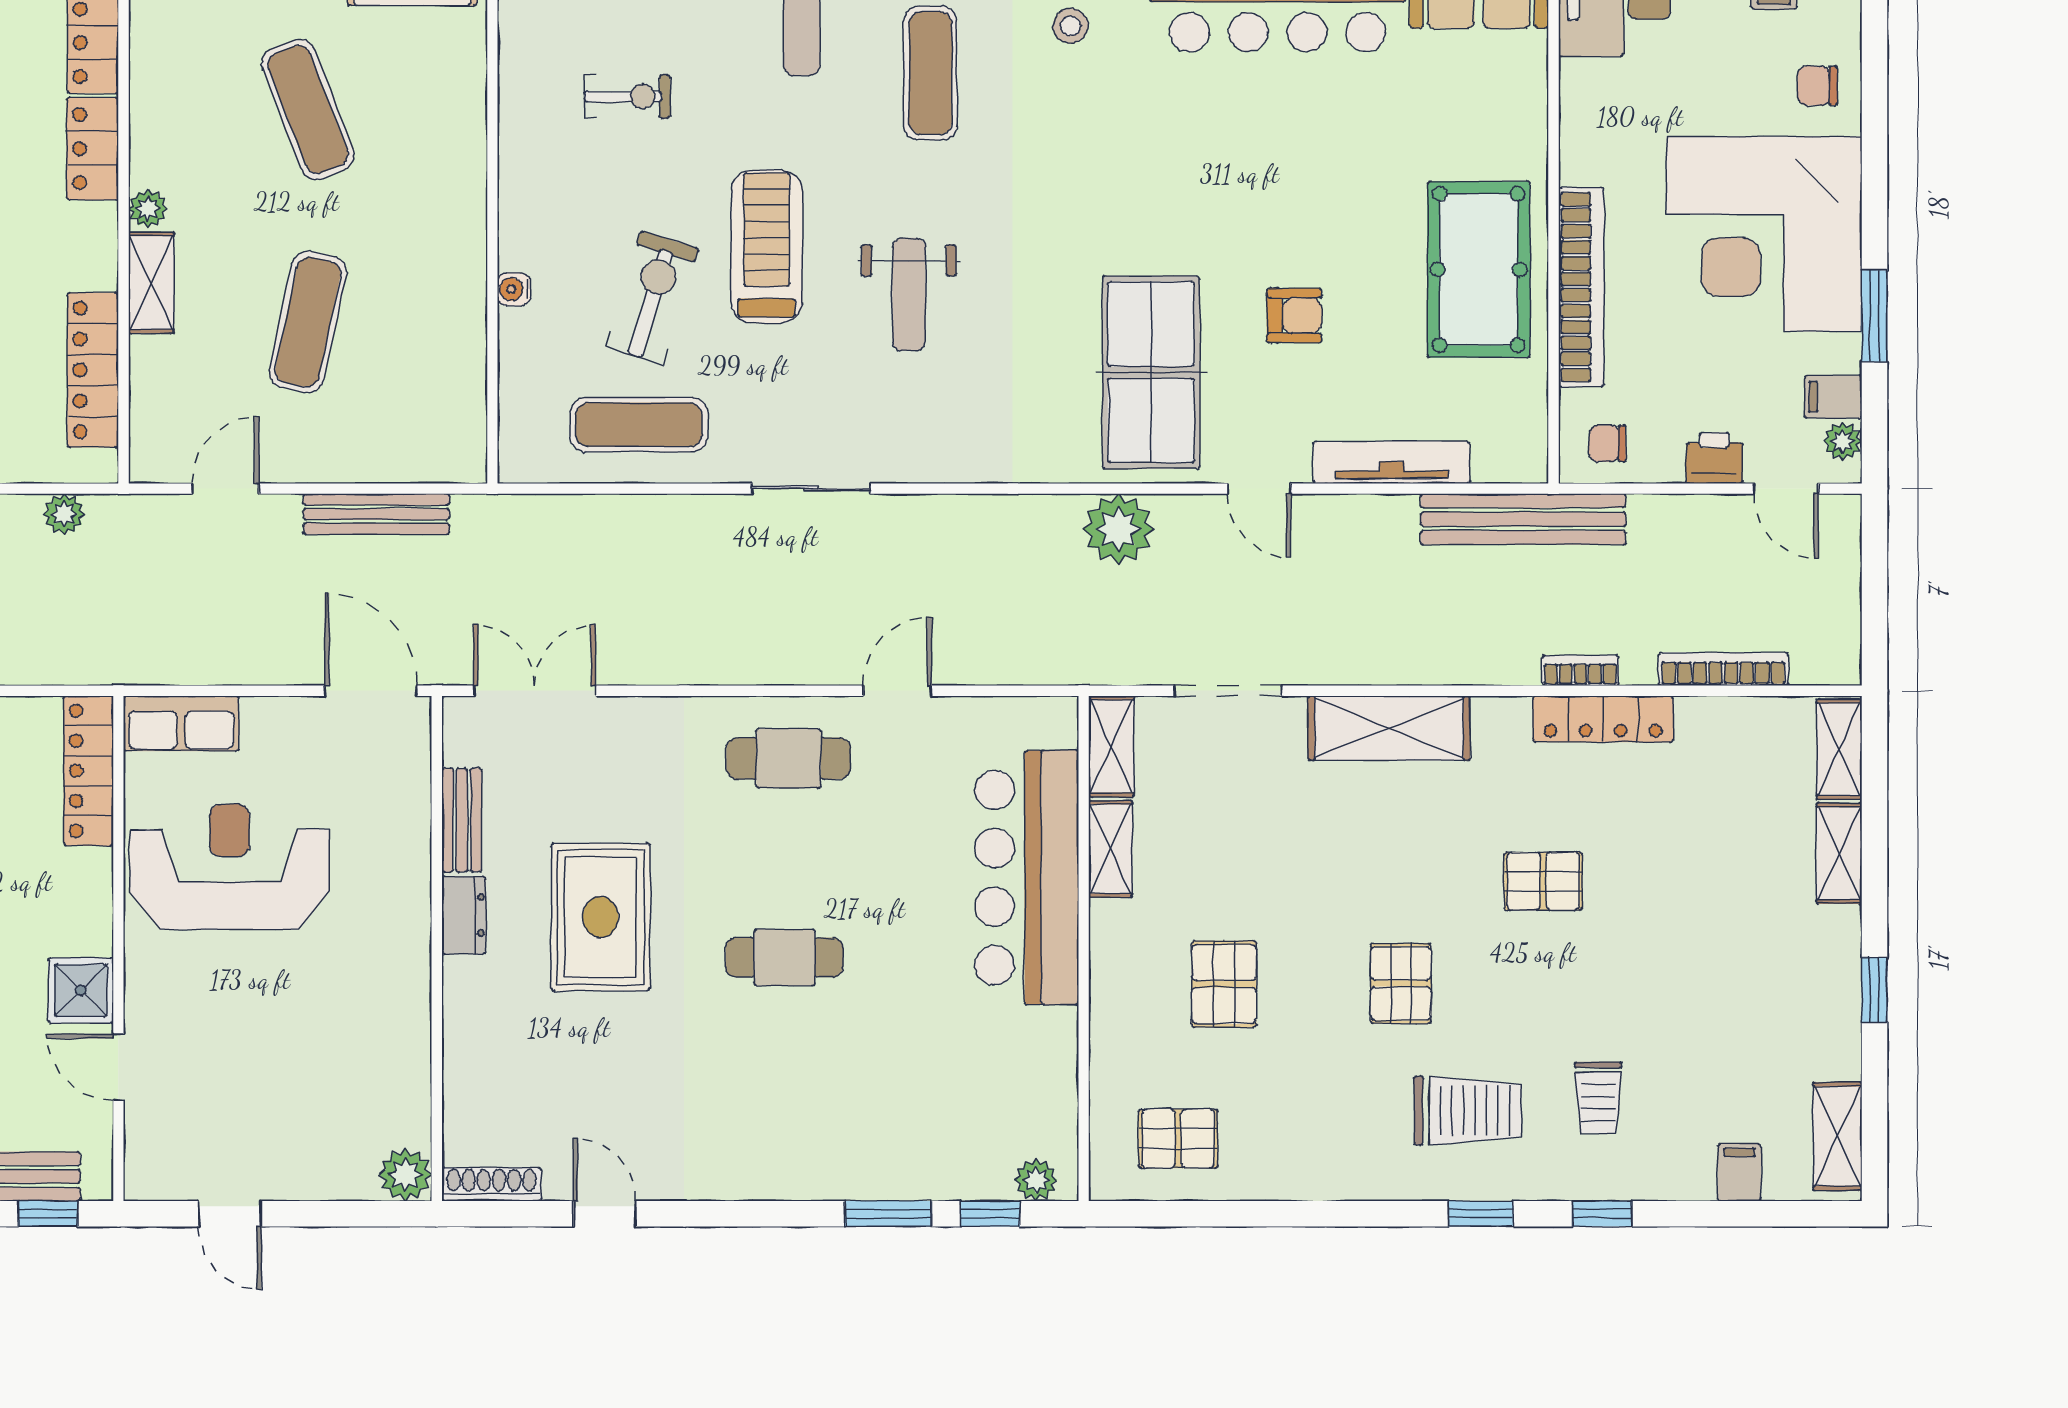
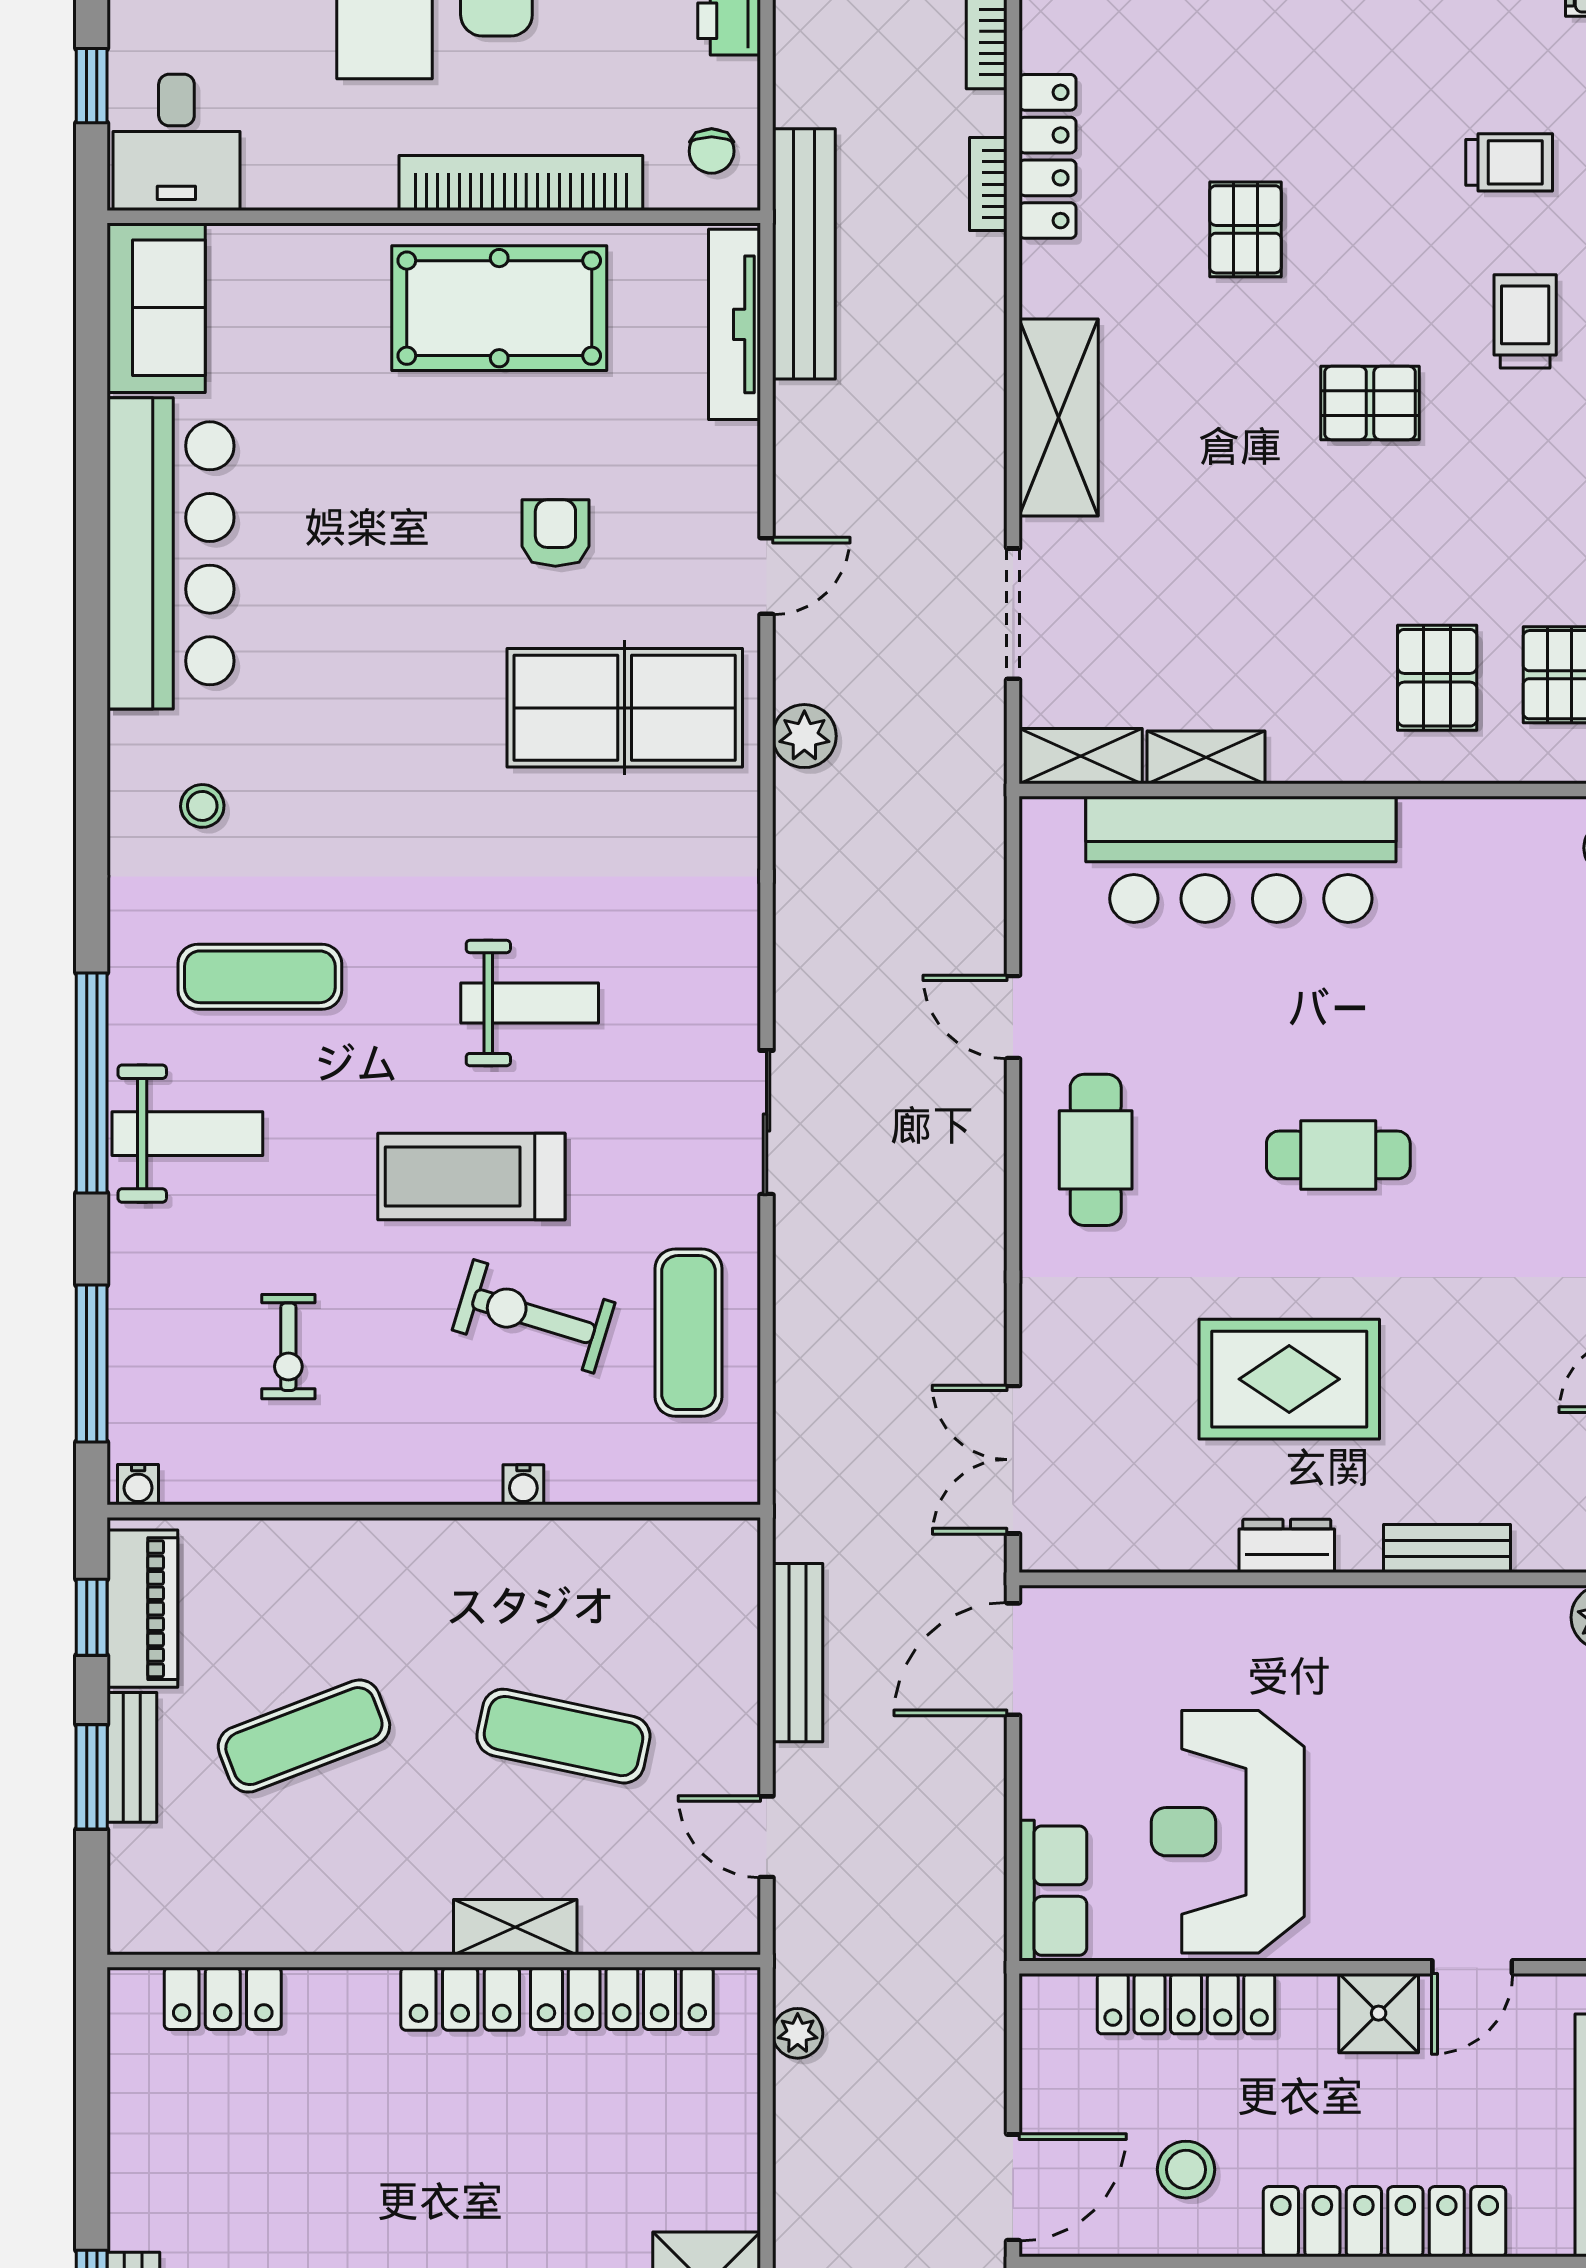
exercise bike: (627, 97) -> (288, 1347), turned 180
locker: (93, 149) -> (460, 1999), moved
plant: (148, 209) -> (425, 1931), removed
tv unit: (1392, 462) -> (735, 324), moved
plant: (1118, 529) -> (804, 736), width x0.73, depth x0.73
locker: (89, 771) -> (1186, 2004), moved
bench: (462, 820) -> (1447, 1549), moved
cafe table: (784, 957) -> (1338, 1155), turned 90
pallet: (1224, 984) -> (1437, 678), moved, turned 90
trolley: (1468, 1111) -> (1525, 321), width x0.73, depth x0.72

